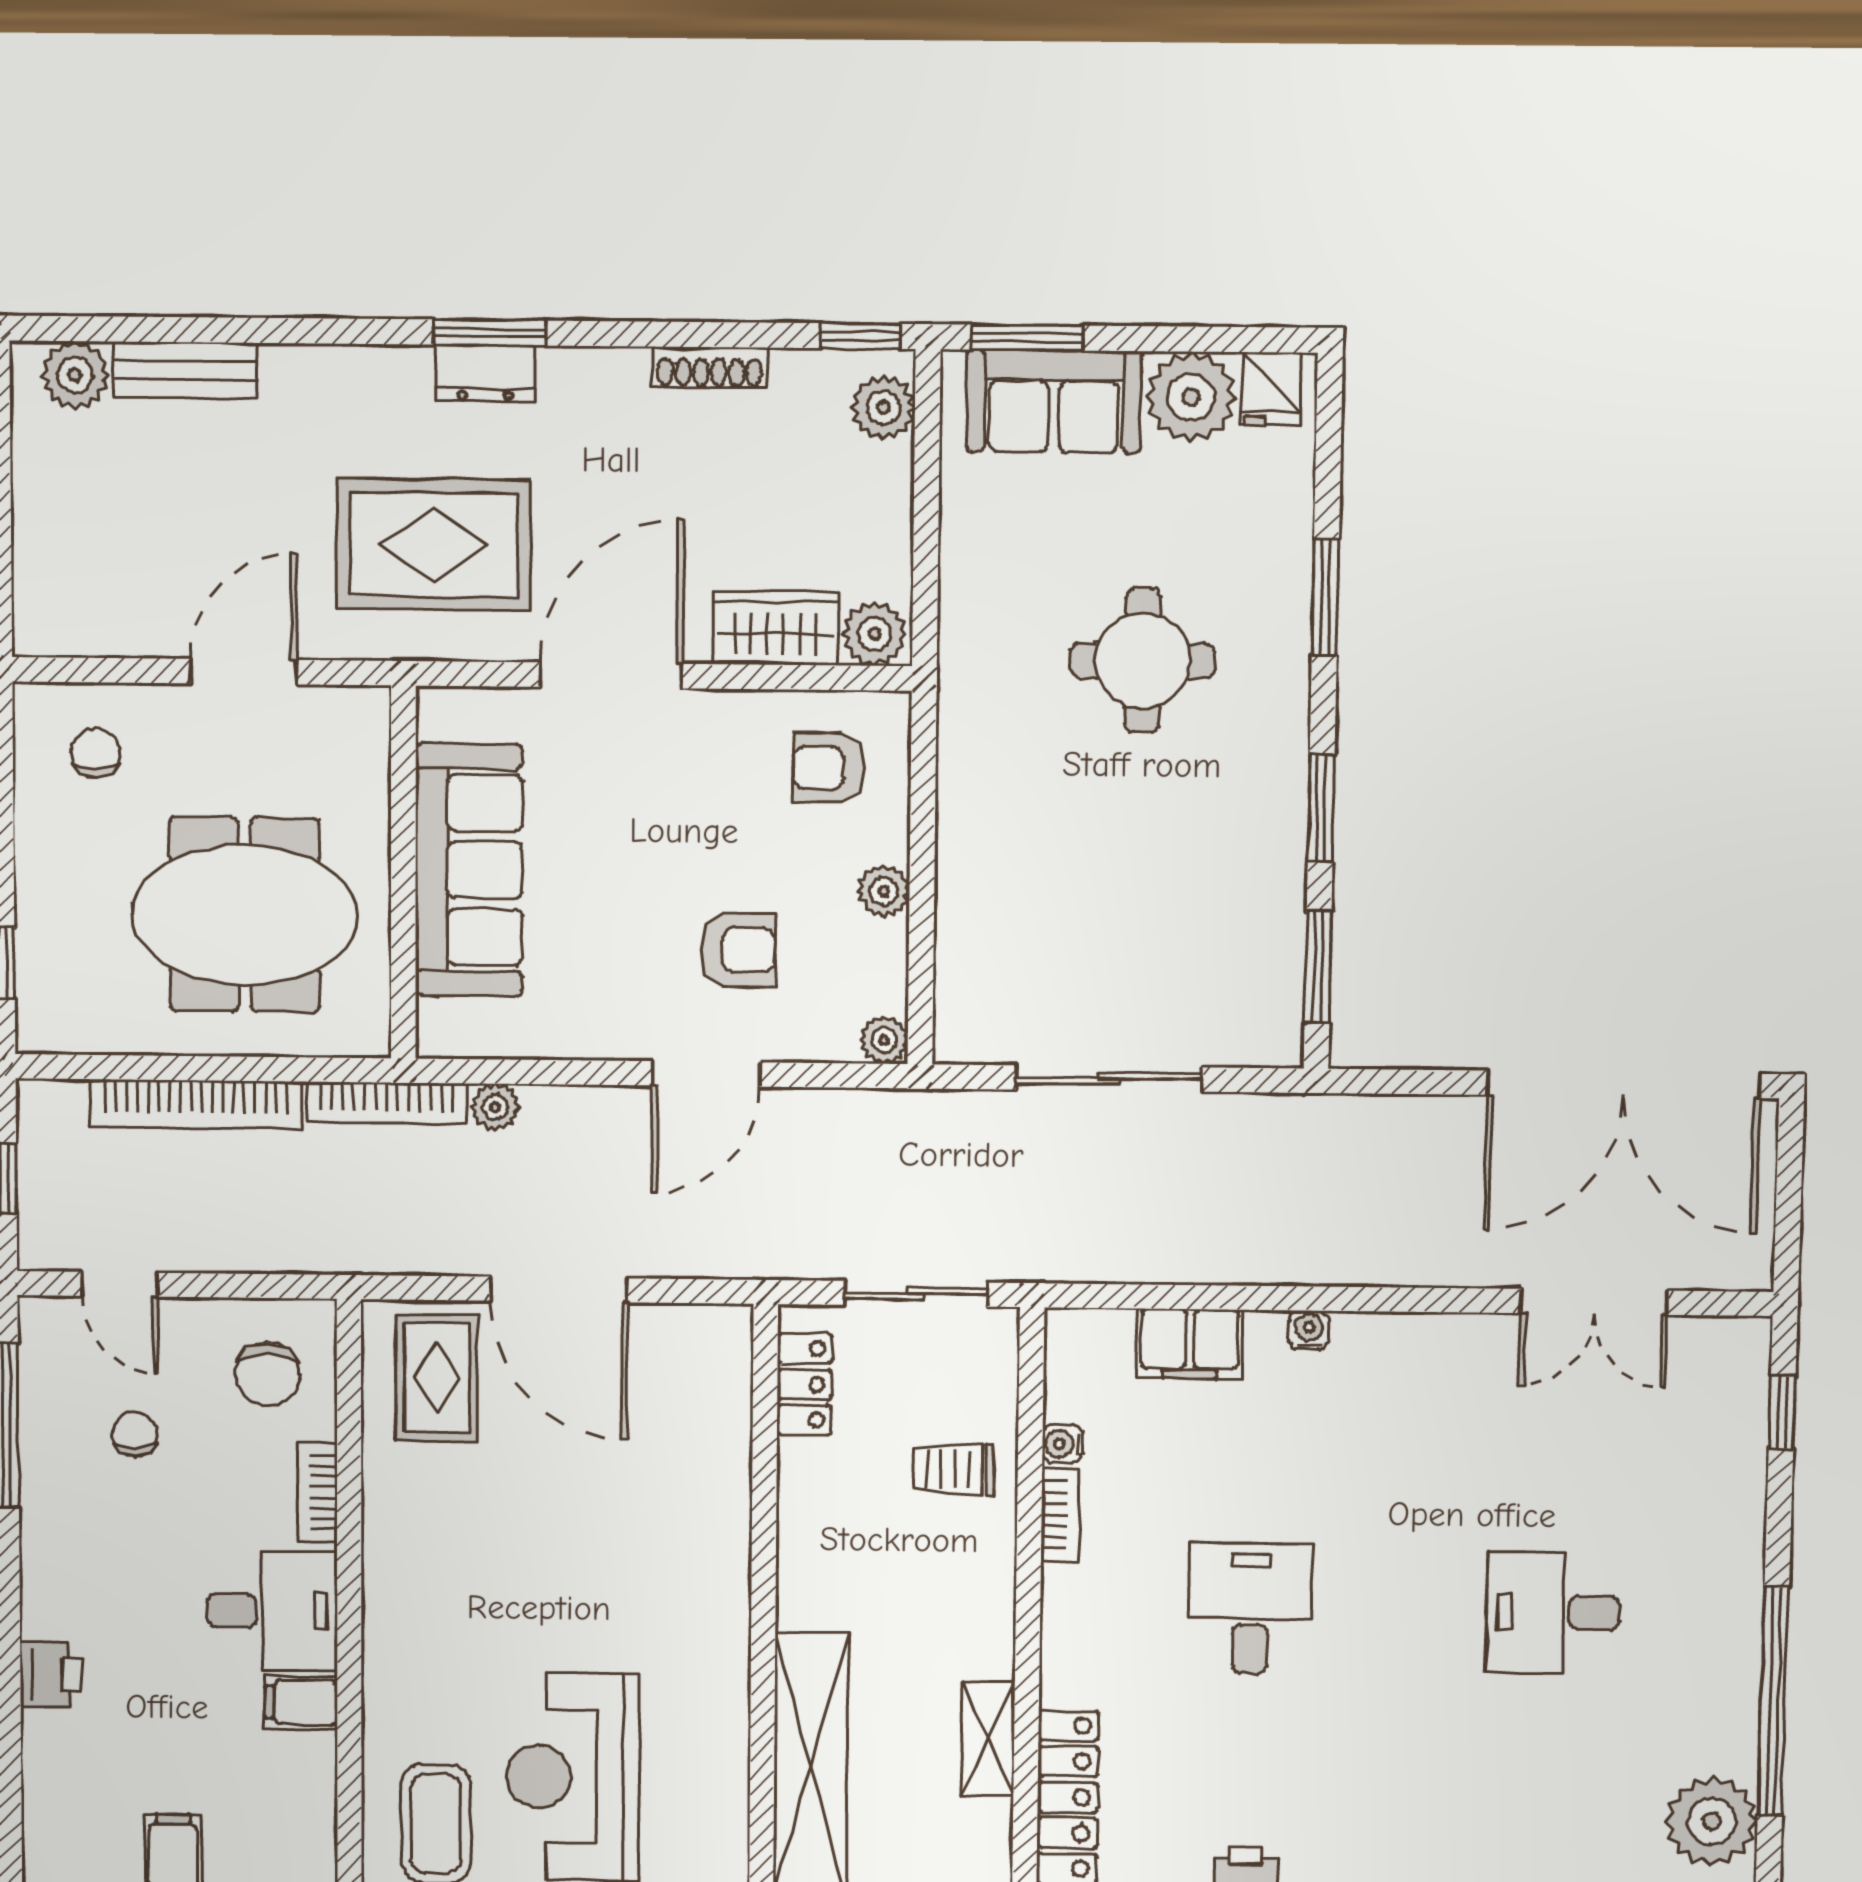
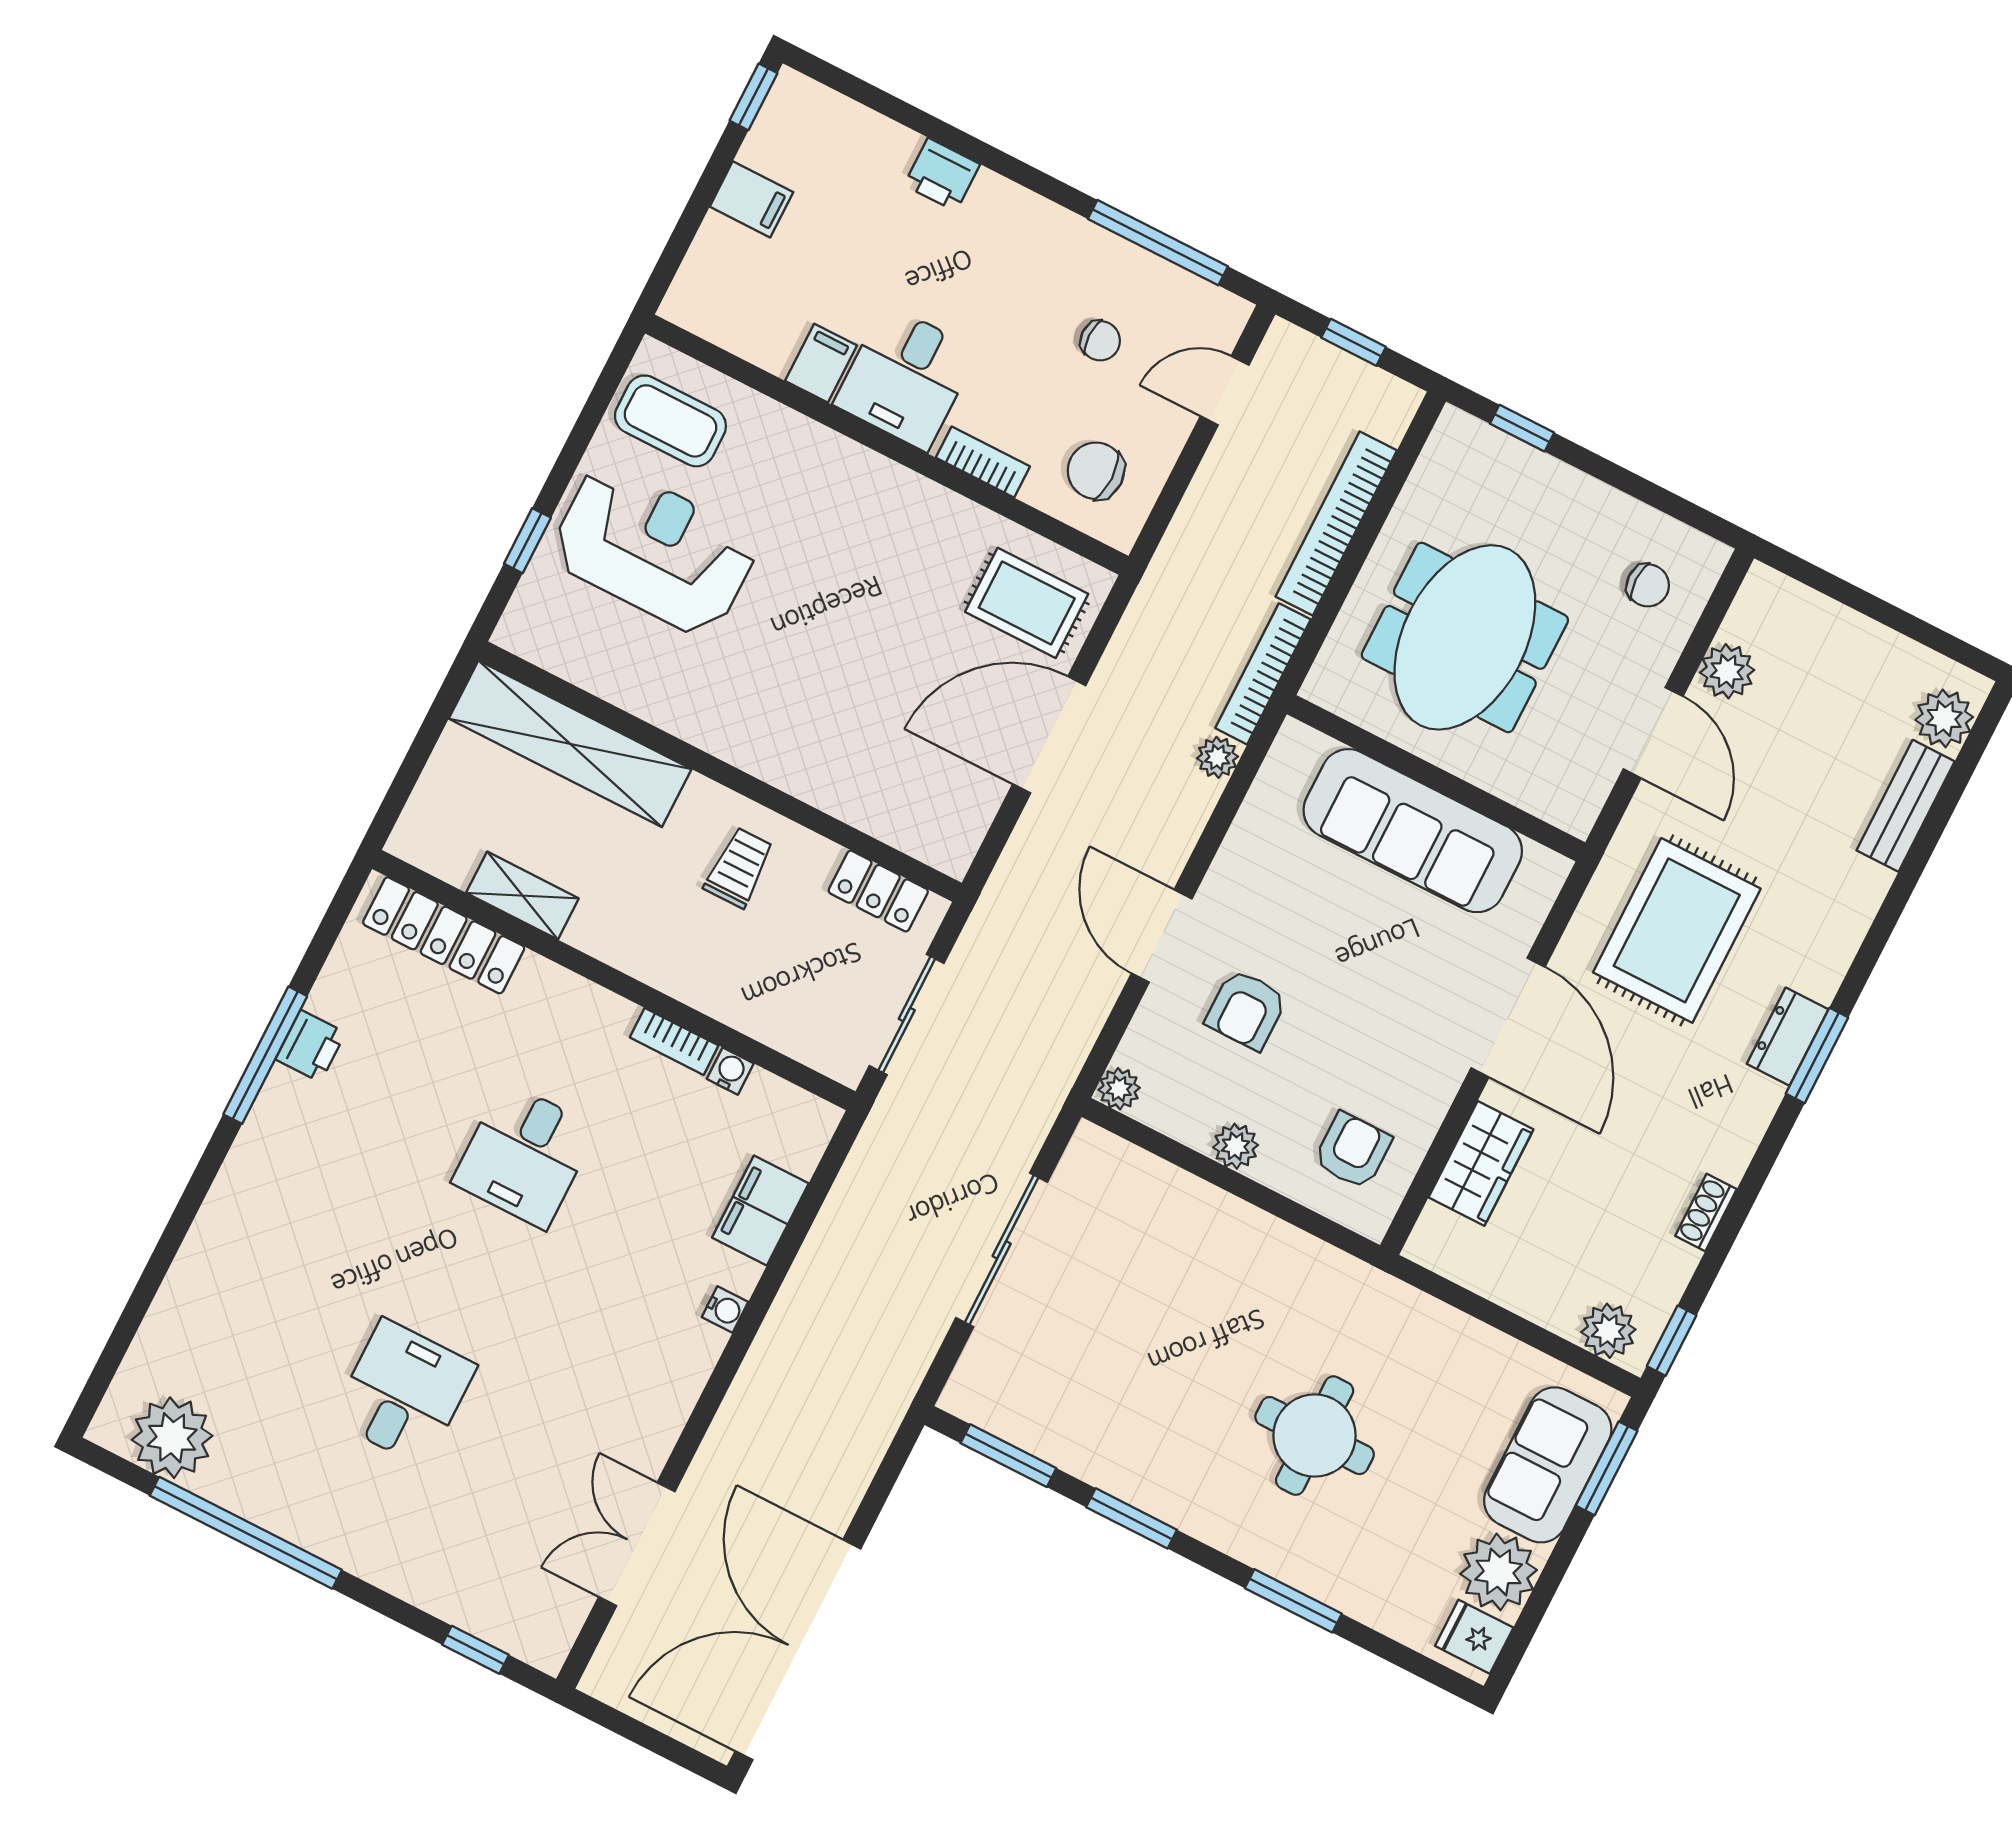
shoe rack: (710, 367) -> (1706, 1212), width x0.70
plant: (874, 634) -> (1727, 671), moved
trolley: (953, 1469) -> (739, 868), moved
desk: (1251, 1609) -> (525, 1155), turned 90

